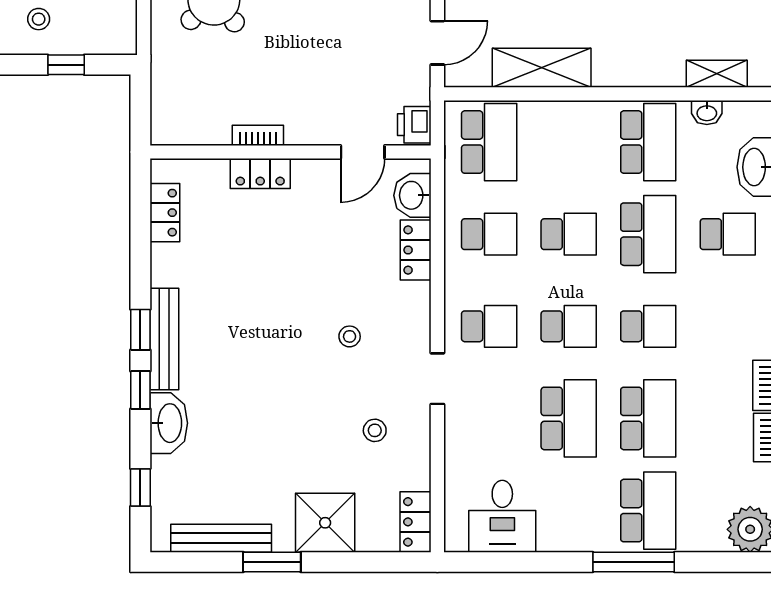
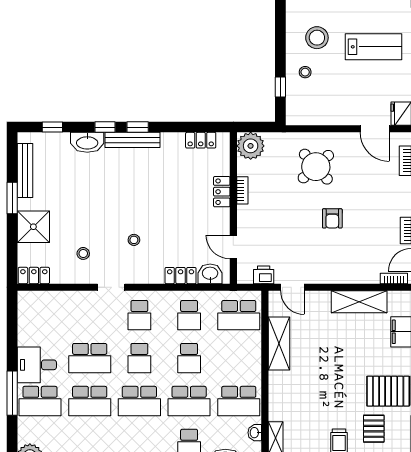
plant: (175, 120) -> (251, 146), added
printer: (414, 125) -> (264, 275), moved
school desk: (648, 326) -> (139, 401), width x1.85
desk: (502, 516) -> (37, 365), moved

